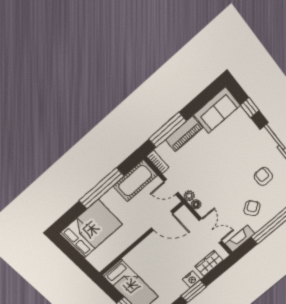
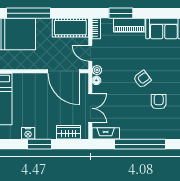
window: (168, 130) -> (121, 13), width x0.69
window: (102, 188) -> (28, 13), moved
armchair: (252, 208) -> (142, 79), moved
door: (162, 221) -> (64, 71), width x1.36
nightstand: (191, 279) -> (28, 133), moved

